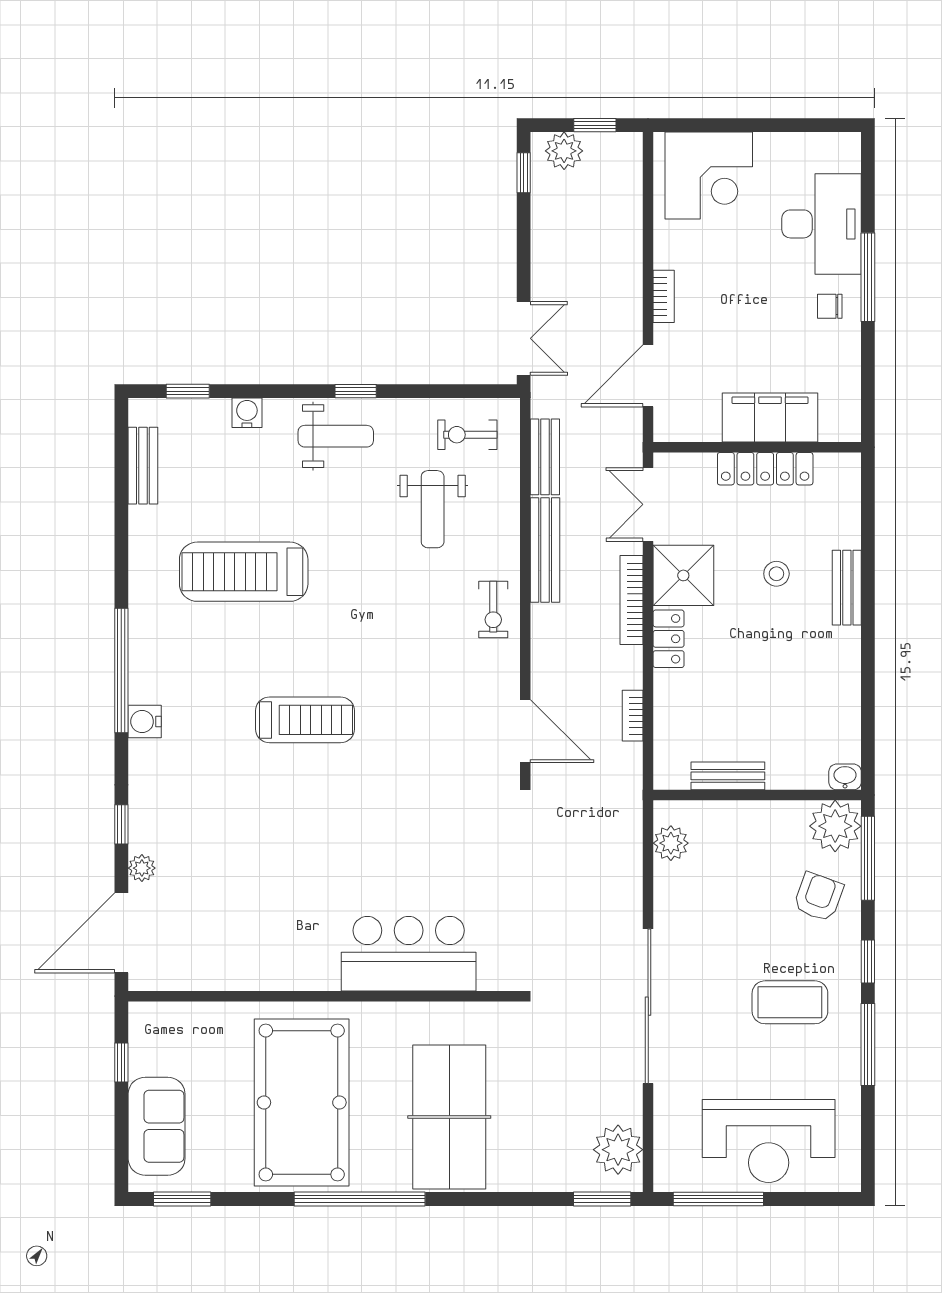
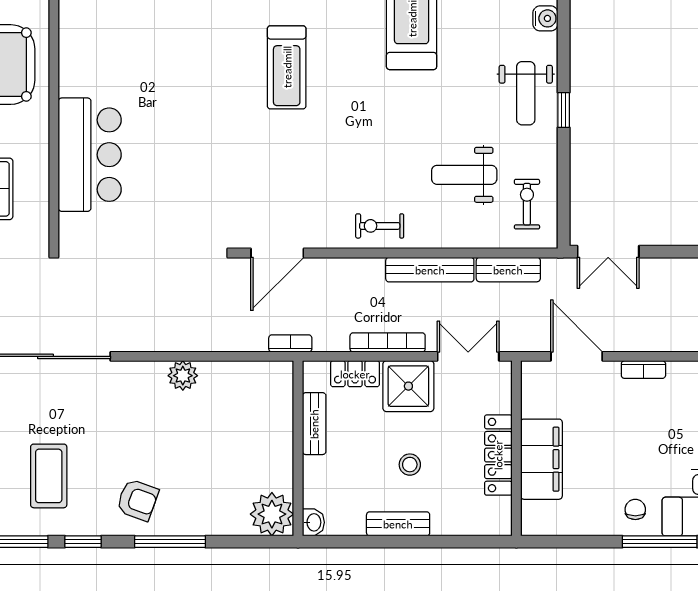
bench: (728, 776) -> (314, 424), moved
washbasin: (845, 777) -> (313, 522), moved
wall: (757, 795) -> (298, 448), moved
plant: (835, 826) -> (272, 514), moved

